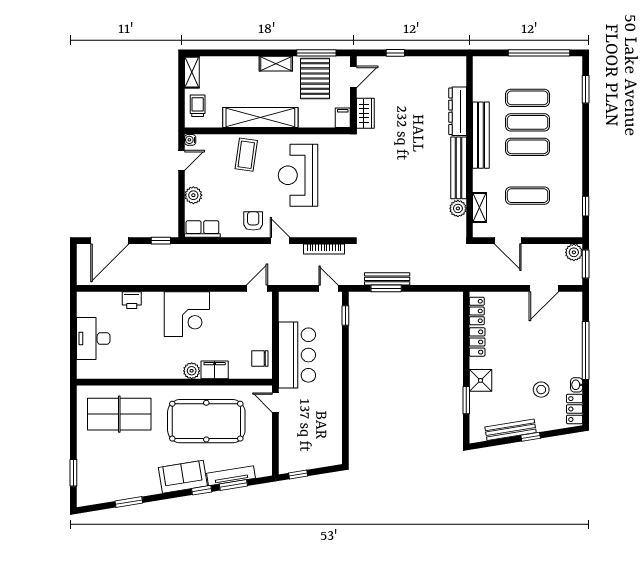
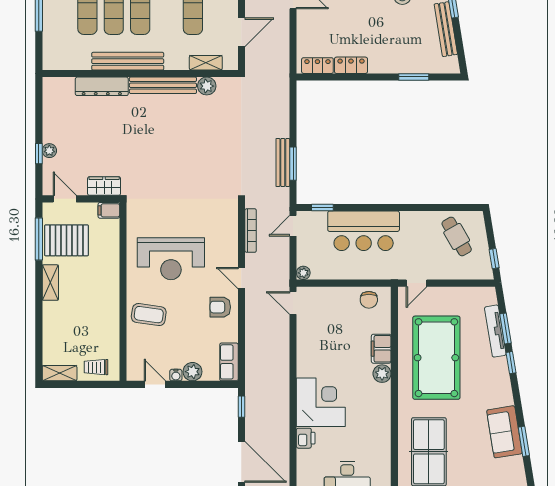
plant: (398, 63) -> (49, 151), added
shelving: (260, 117) -> (109, 299), removed
water cooler: (190, 140) -> (176, 375), moved
door: (280, 241) -> (241, 278), hinge flipped
plant: (285, 298) -> (303, 273), added
corner desk: (187, 314) -> (321, 402), moved
bar counter: (297, 355) -> (364, 231), moved, turned 180
shower: (481, 380) -> (392, 62), removed
cafe table: (319, 440) -> (457, 236), added
sofa: (183, 477) -> (504, 432), moved

